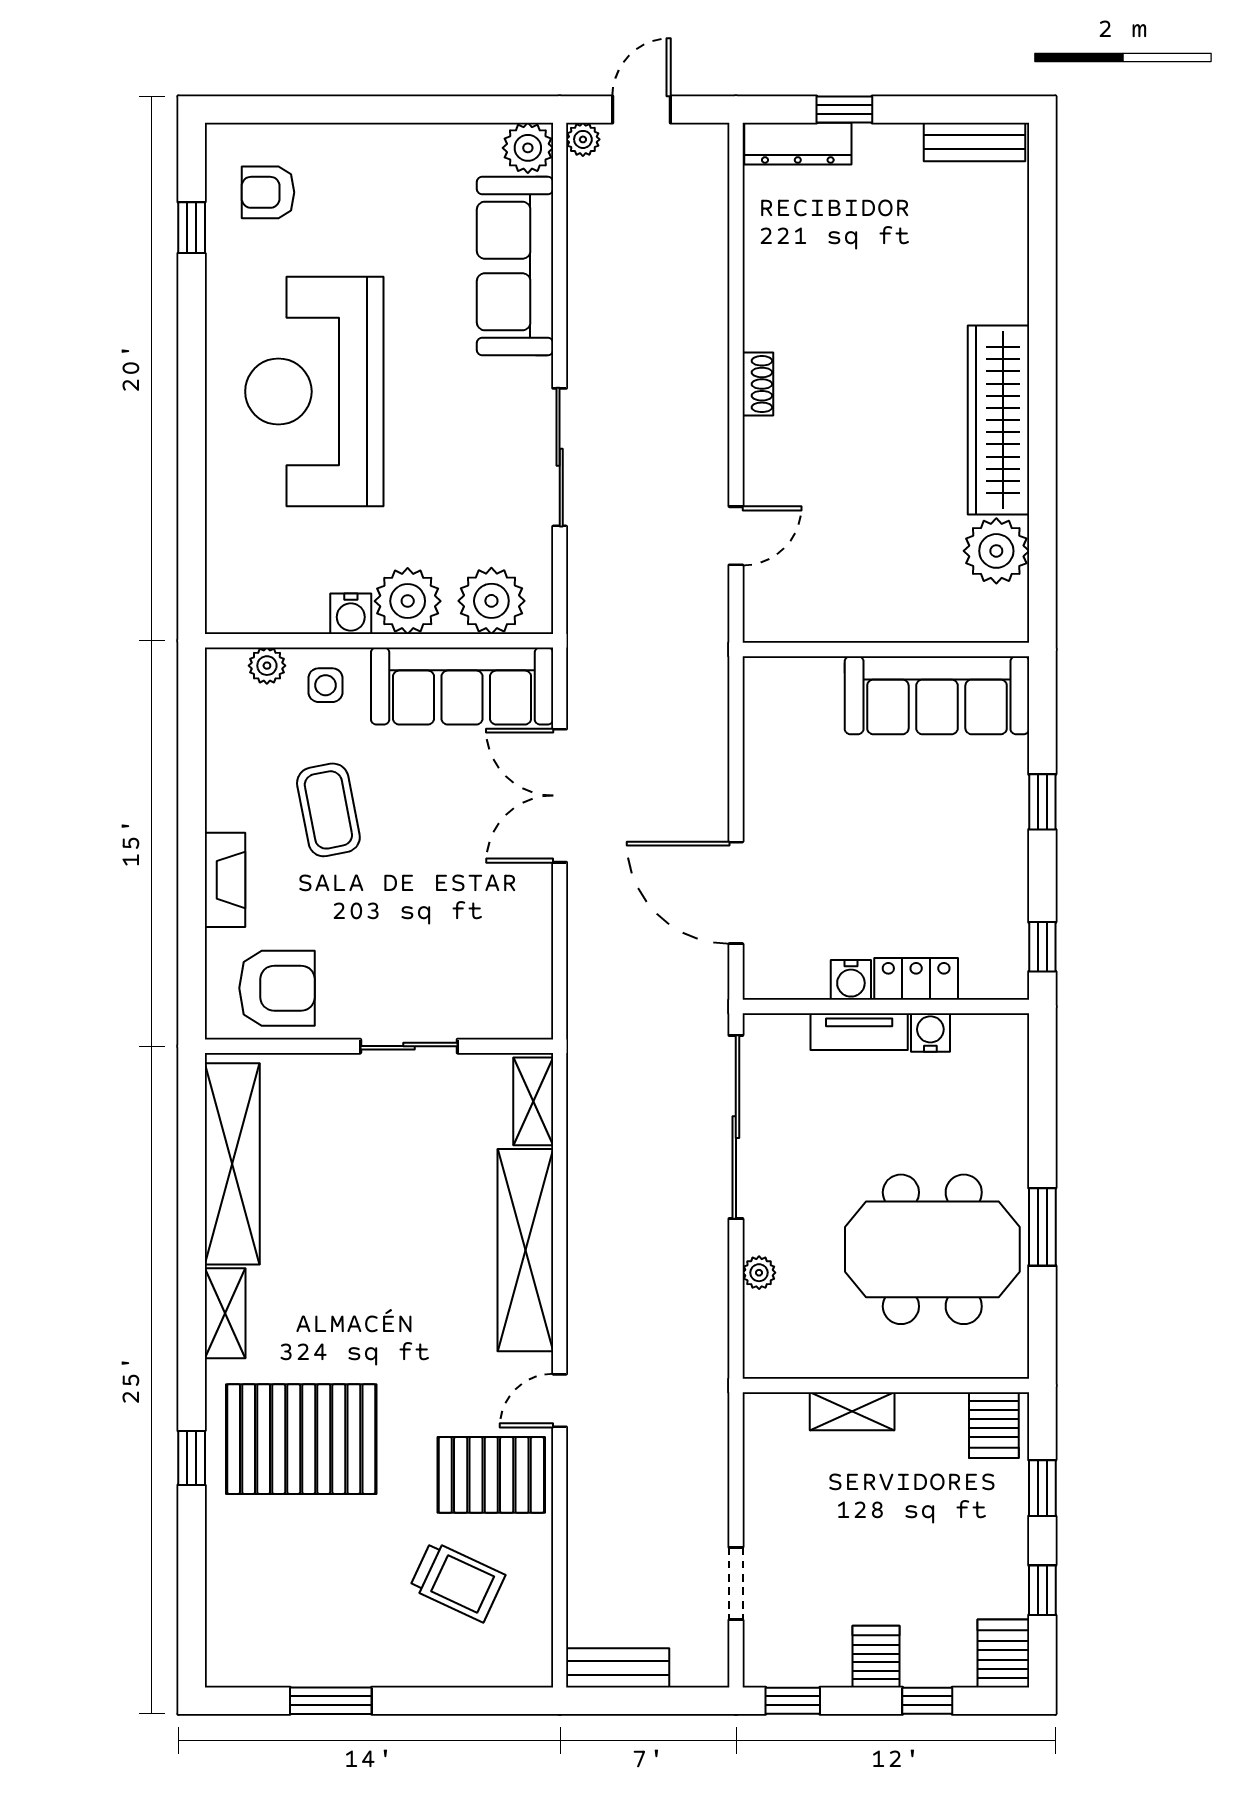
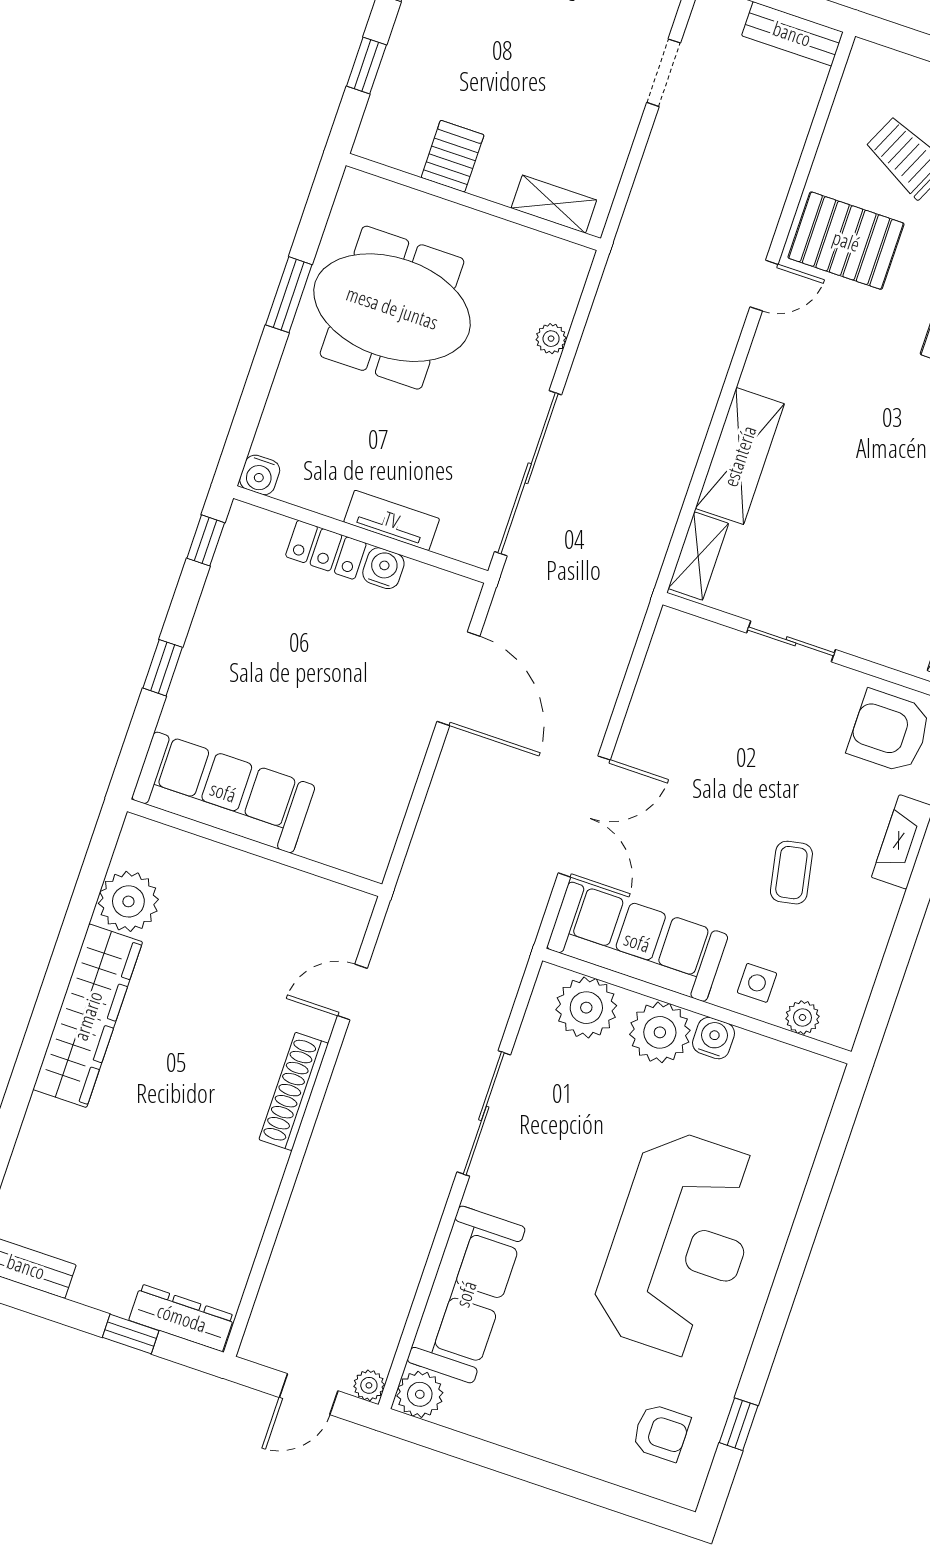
shoe rack: (758, 384) -> (294, 1091), width x1.94, depth x1.24
coffee table: (328, 810) -> (791, 873), width x0.73, depth x0.77
water cooler: (930, 1032) -> (260, 475), moved
shelving: (525, 1250) -> (740, 456), width x0.68
shelving: (852, 1411) -> (554, 204), moved
server rack: (994, 1425) -> (453, 156), moved

